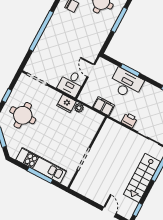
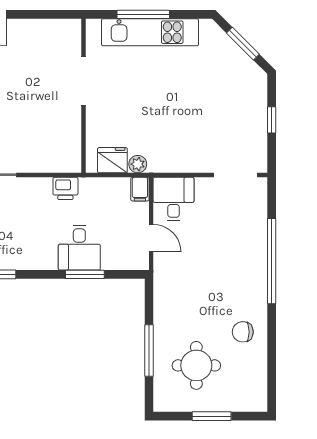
desk: (126, 84) -> (79, 248), width x0.73
fridge: (66, 103) -> (112, 160), moved
filing cabinet: (104, 106) -> (140, 189), moved, width x0.50
round table: (23, 115) -> (227, 101), removed
printer: (129, 120) -> (65, 188), moved

